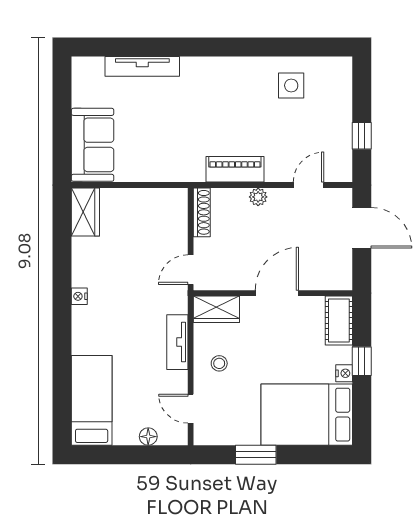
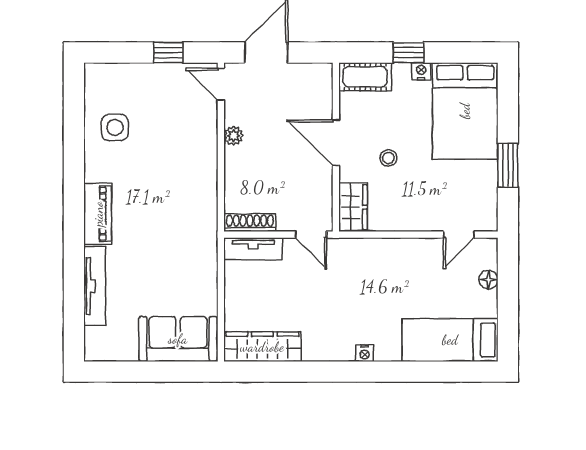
piano: (235, 169) -> (98, 214), moved, turned 180
door: (309, 185) -> (221, 84), moved
plant: (258, 197) -> (233, 136), moved
wardrobe: (85, 212) -> (262, 347), width x1.50
nightstand: (79, 296) -> (365, 353), moved
tv unit: (177, 342) -> (253, 249), moved
stool: (219, 363) -> (388, 158), moved

